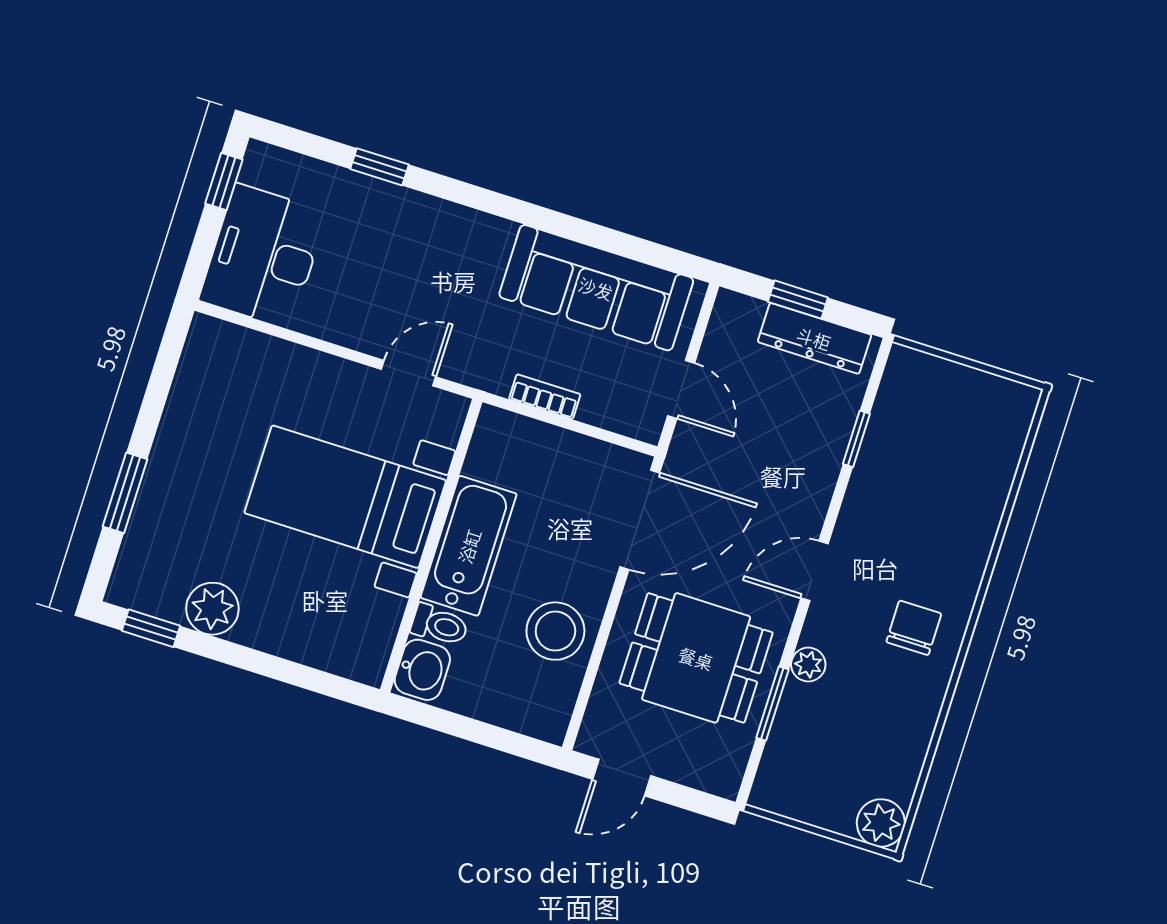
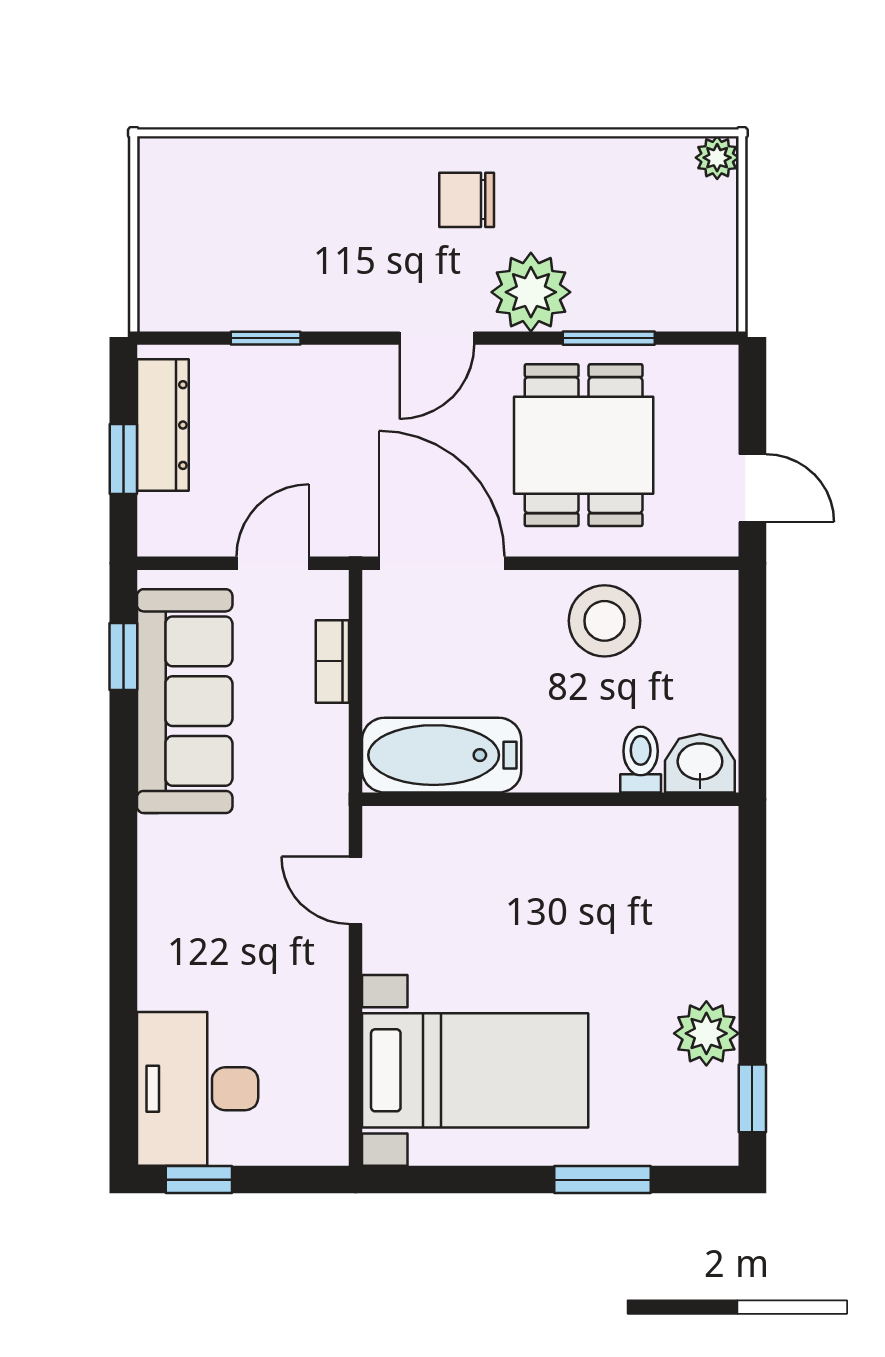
window: (380, 167) -> (123, 657), moved
desk: (263, 256) -> (198, 1089), moved, turned 90
bookcase: (545, 397) -> (332, 661), moved
bed with nightstands: (345, 497) -> (475, 1070), moved, turned -90
bathtub: (469, 546) -> (442, 755), moved
door: (814, 571) -> (437, 338), hinge flipped
plant: (808, 664) -> (531, 292), width x1.88, depth x1.88
plant: (881, 823) -> (717, 158), width x0.73, depth x0.73

